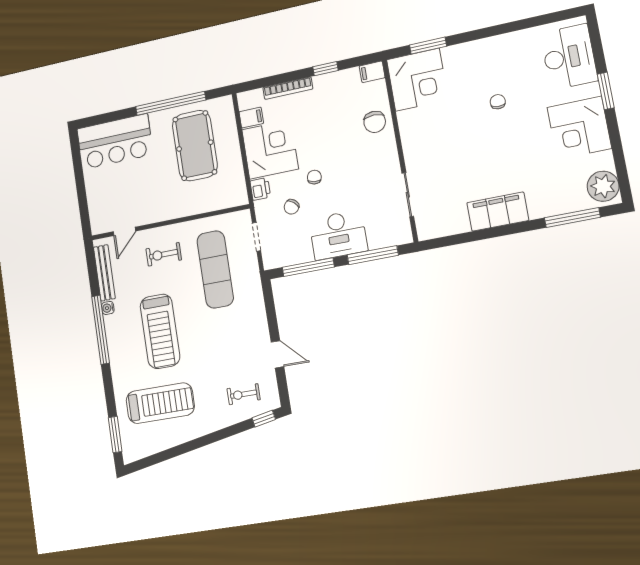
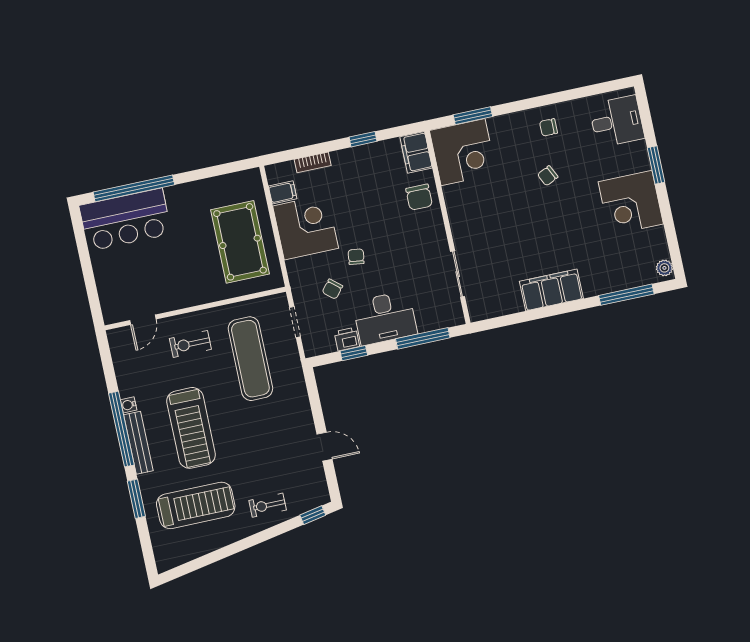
chair: (500, 56) -> (548, 127), added
desk: (569, 57) -> (617, 121), width x0.73
filing cabinet: (372, 72) -> (416, 152), width x2.00
bookcase: (288, 88) -> (313, 162), width x0.64
chair: (498, 102) -> (548, 176), turned -119
window: (171, 103) -> (134, 188), moved
pool table: (195, 146) -> (240, 242), moved
plant: (603, 186) -> (664, 268), width x0.53, depth x0.53
printer: (260, 189) -> (347, 339), moved, turned -90
window: (308, 267) -> (354, 353), width x0.46
bench: (104, 273) -> (138, 443), moved
exercise bike: (244, 394) -> (268, 505), moved
window: (115, 435) -> (136, 499), moved

